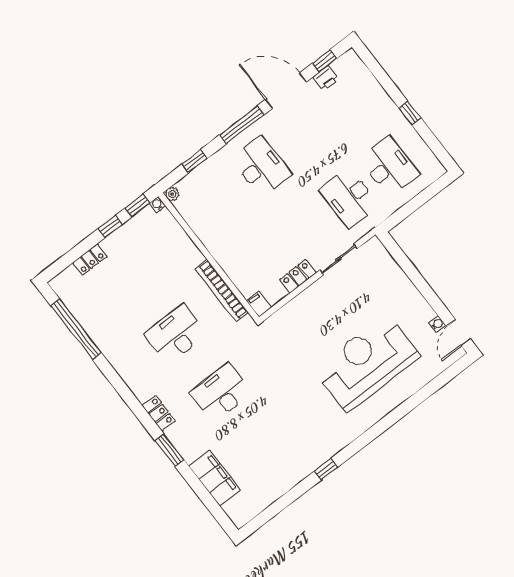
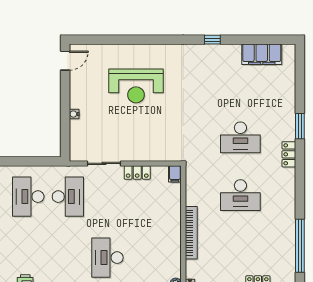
bookcase: (222, 291) -> (191, 233), moved
water cooler: (437, 324) -> (74, 114), moved
reception desk: (367, 363) -> (136, 86), width x0.74, depth x0.77
filing cabinet: (215, 478) -> (262, 54), moved, turned -90

